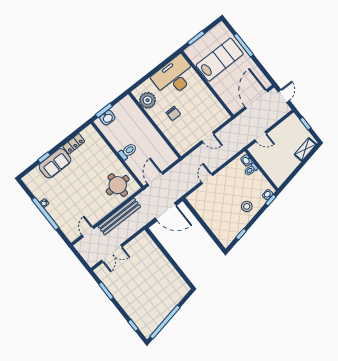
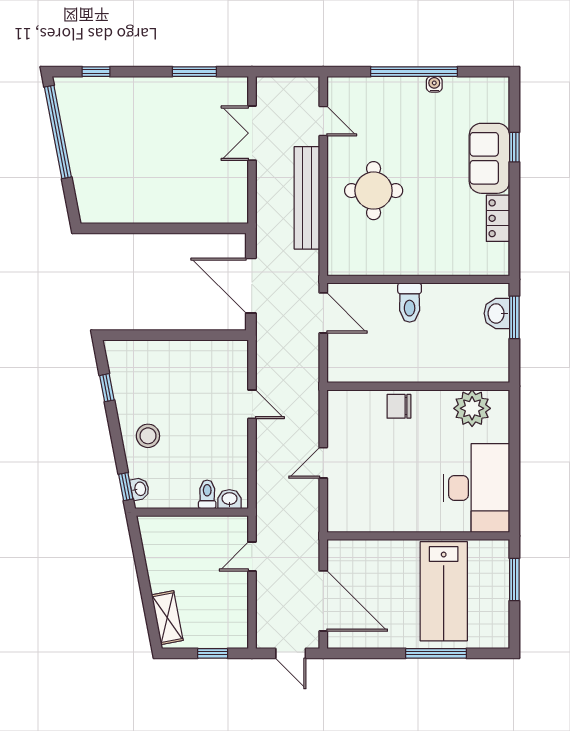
chair: (173, 113) -> (399, 406), moved
round table: (118, 185) -> (374, 191), moved
door: (166, 212) -> (251, 286), hinge flipped

